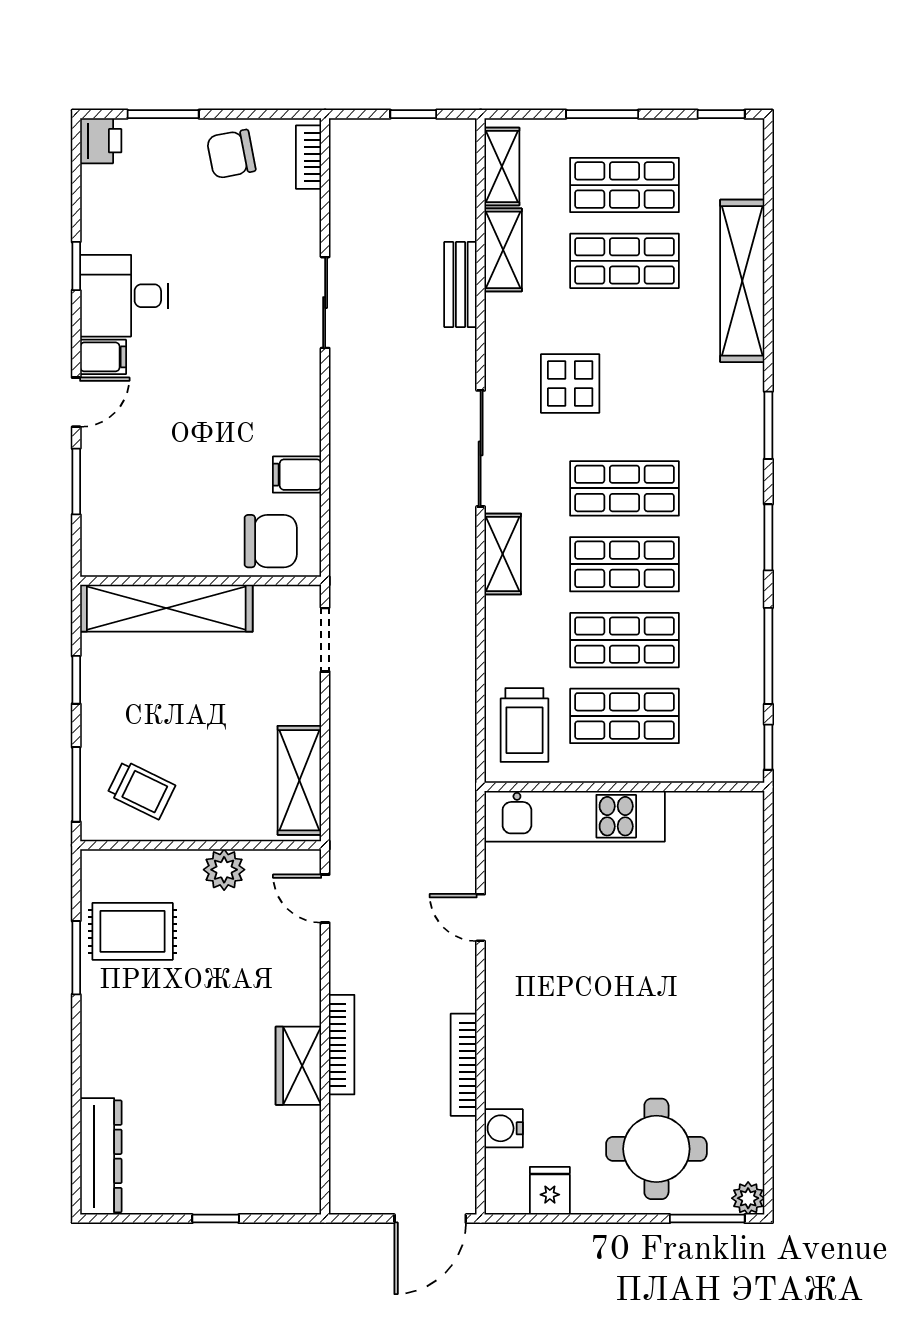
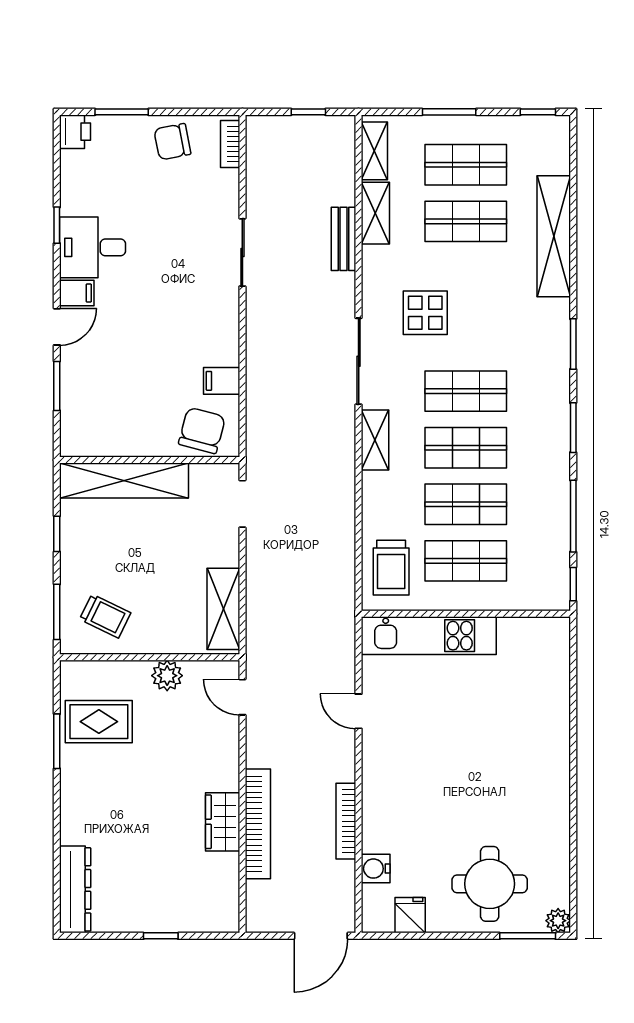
chair: (271, 541) -> (202, 430), turned -75
bookcase: (342, 1045) -> (258, 824), width x1.48, depth x1.31

